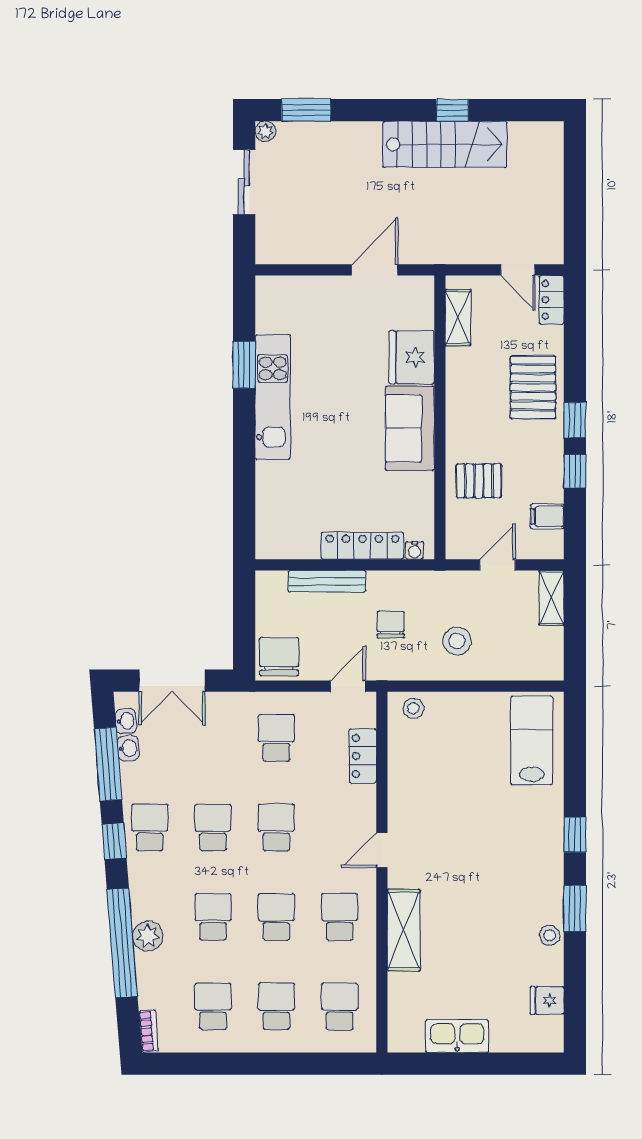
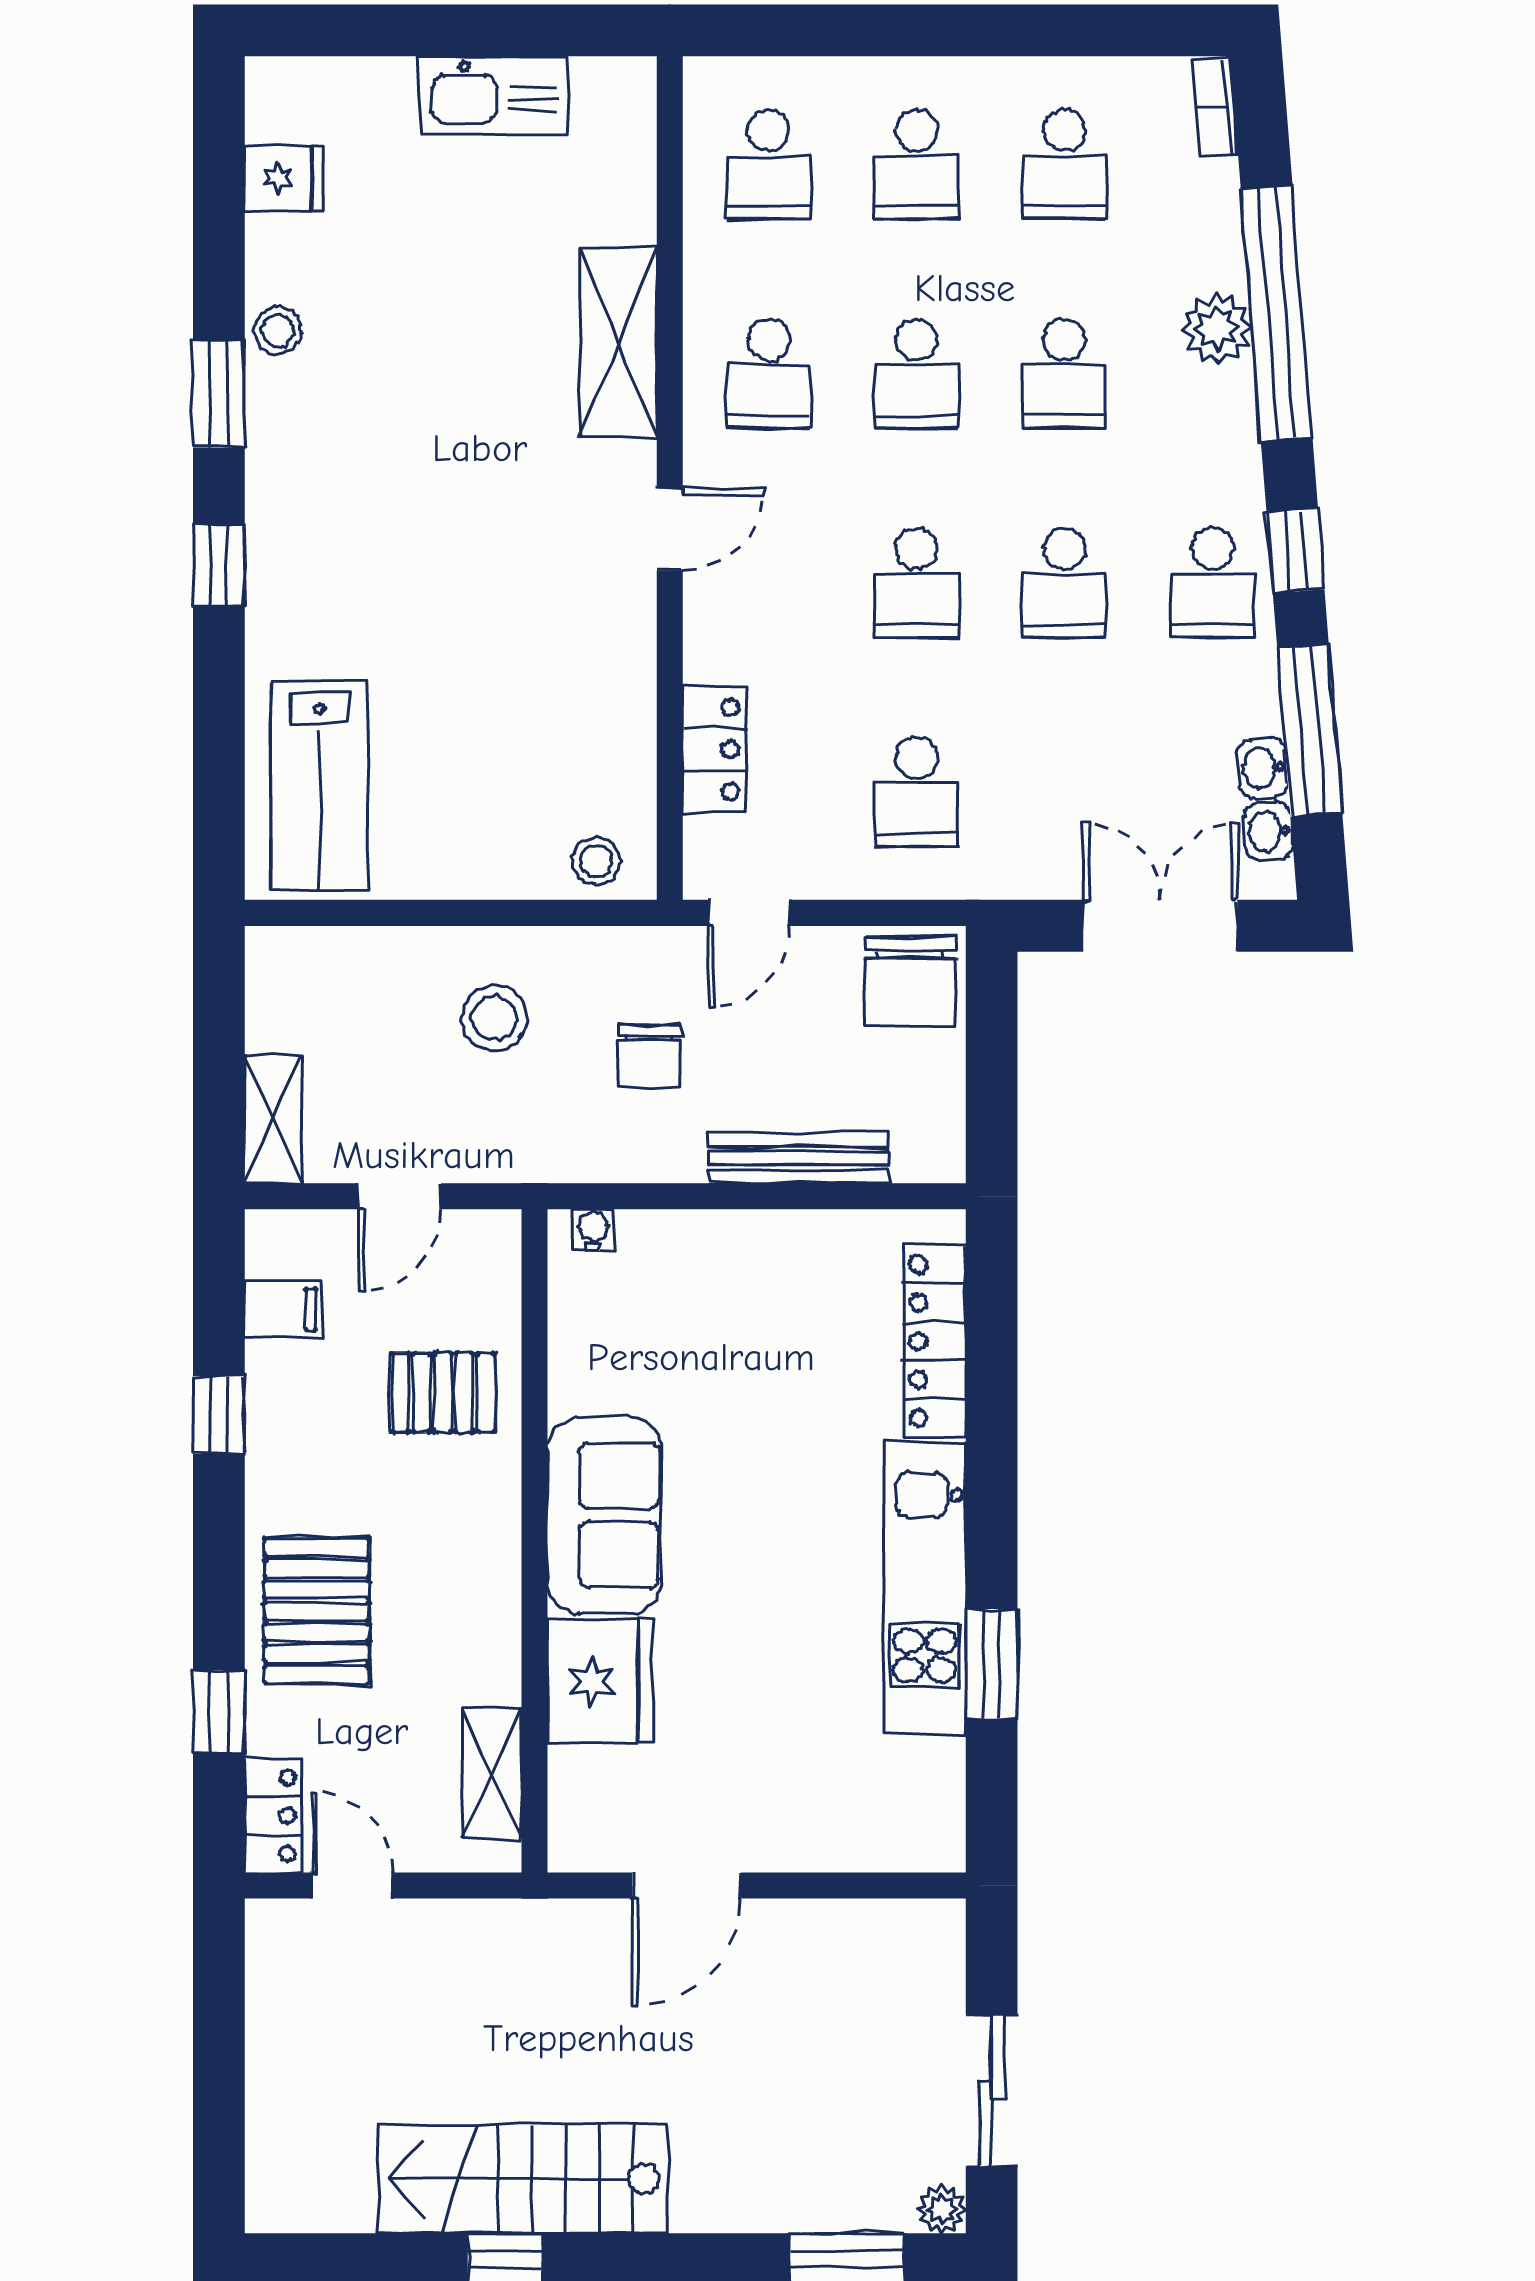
window: (575, 420) -> (219, 1712), moved
locker: (362, 546) -> (934, 1341), moved, turned 90

